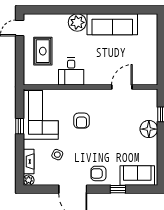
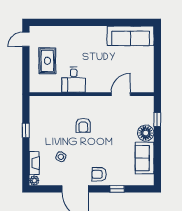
plant: (77, 22) -> (79, 34), removed
sofa: (112, 24) -> (131, 36), moved
corner sofa: (41, 115) -> (45, 120), removed
sofa: (137, 176) -> (145, 158), moved, turned -90

